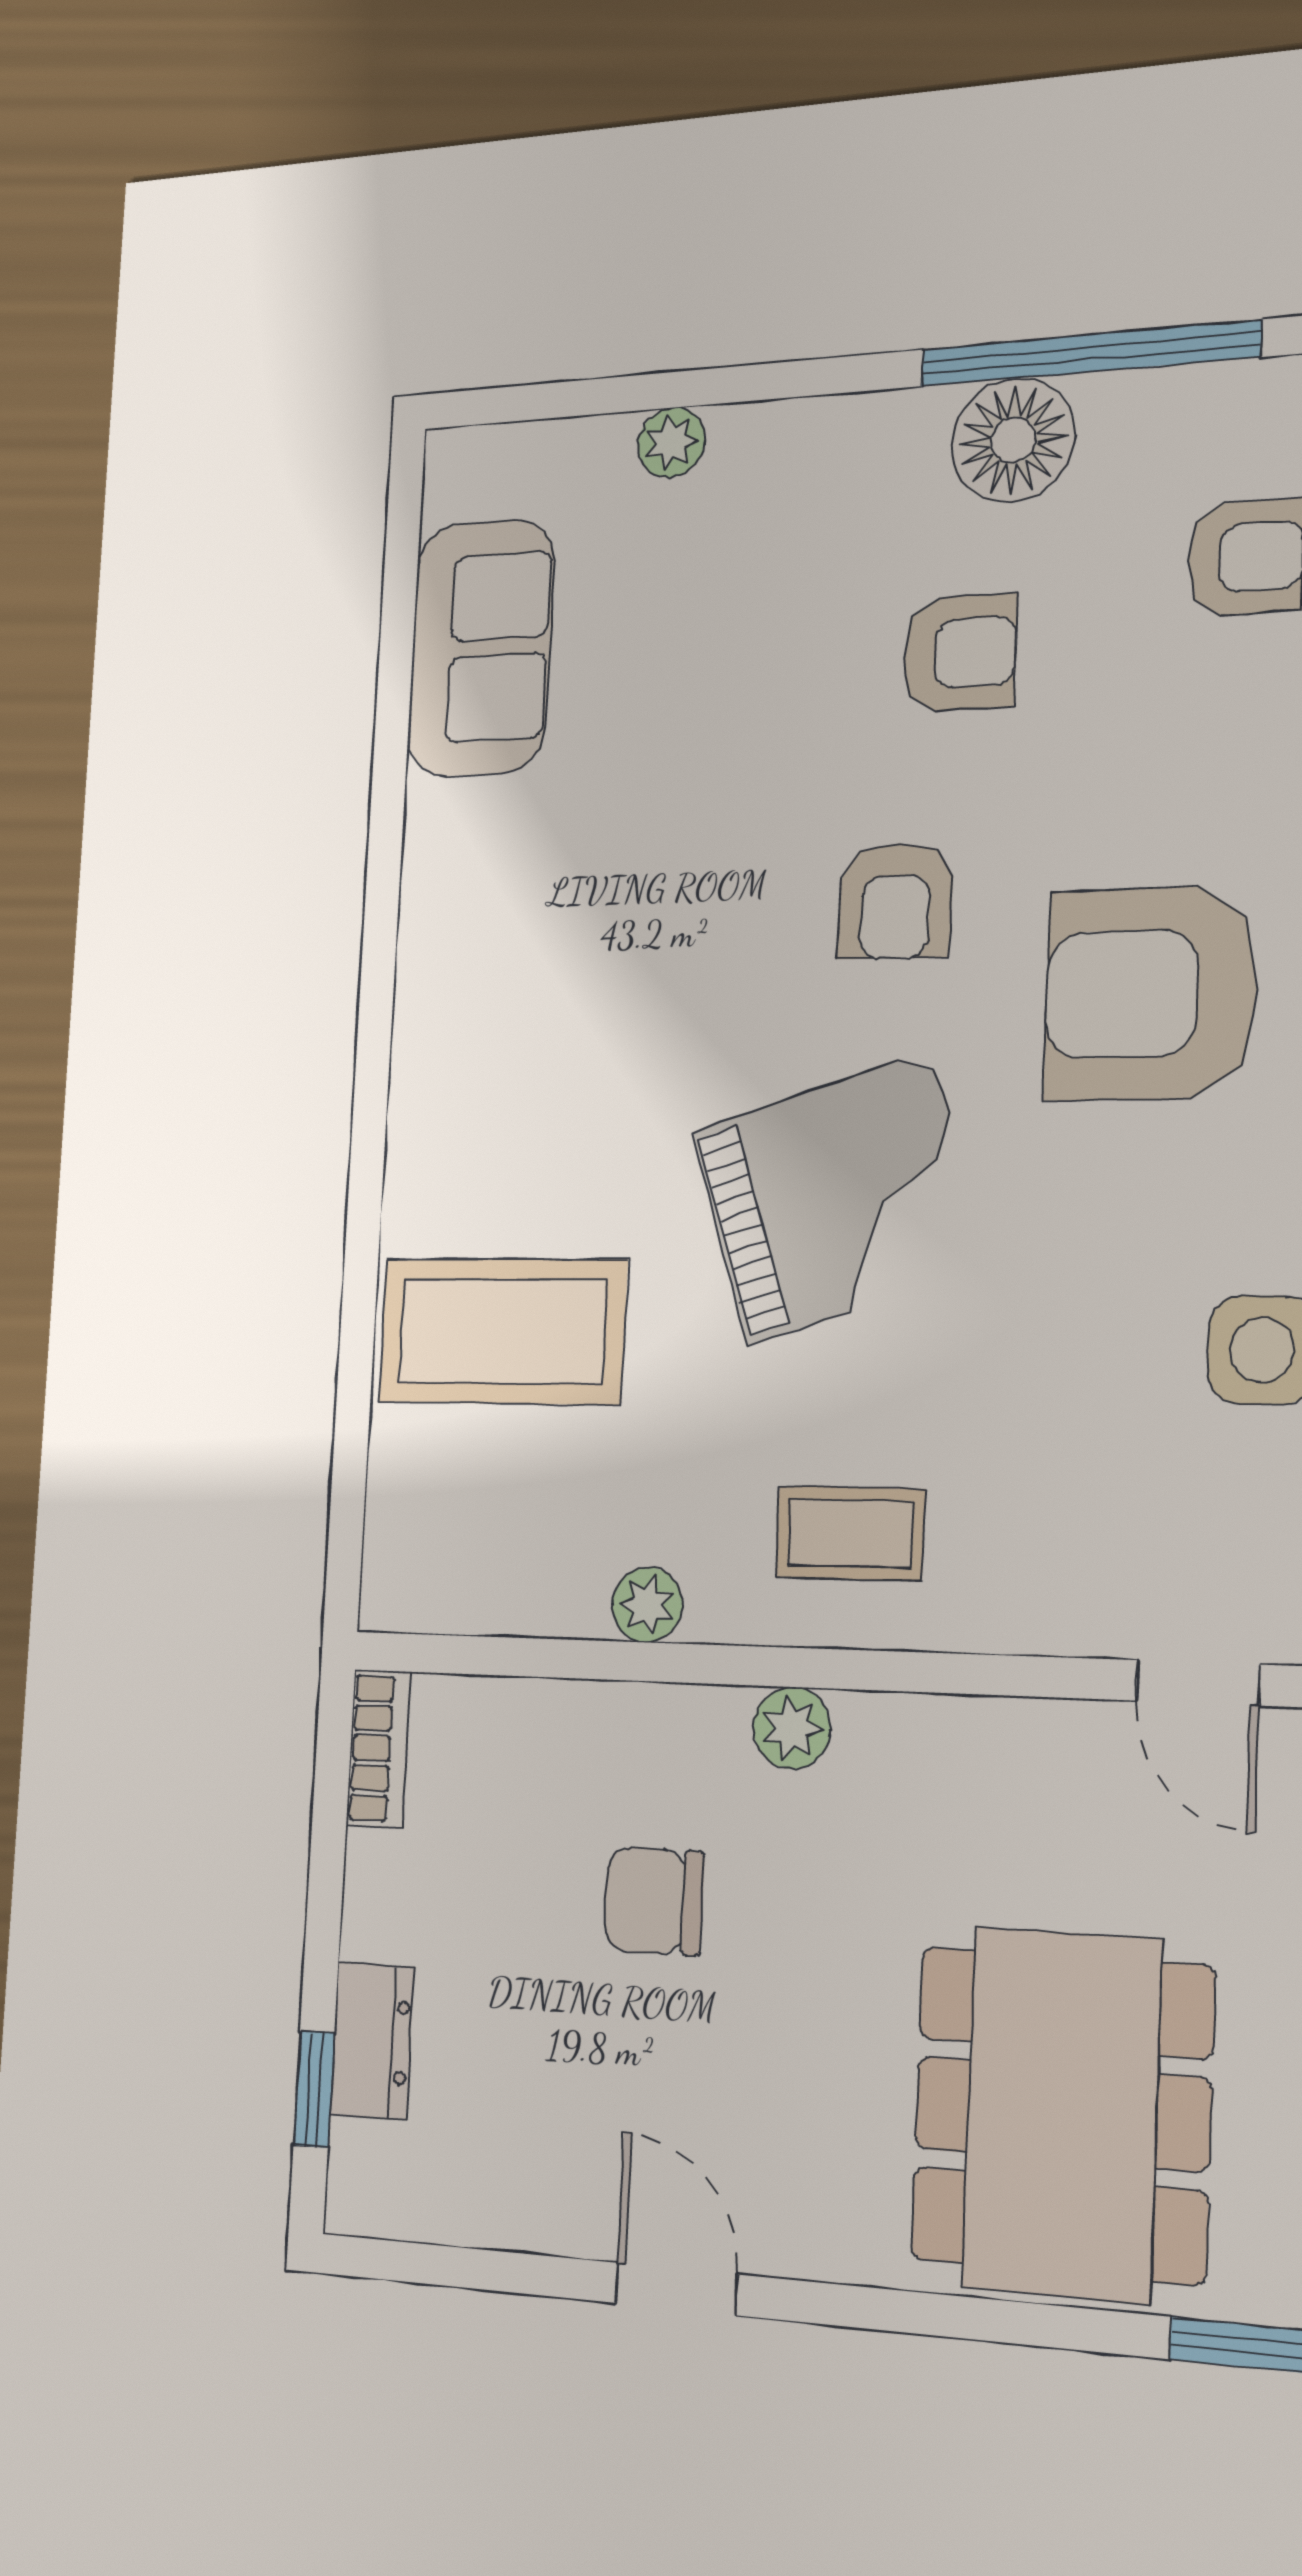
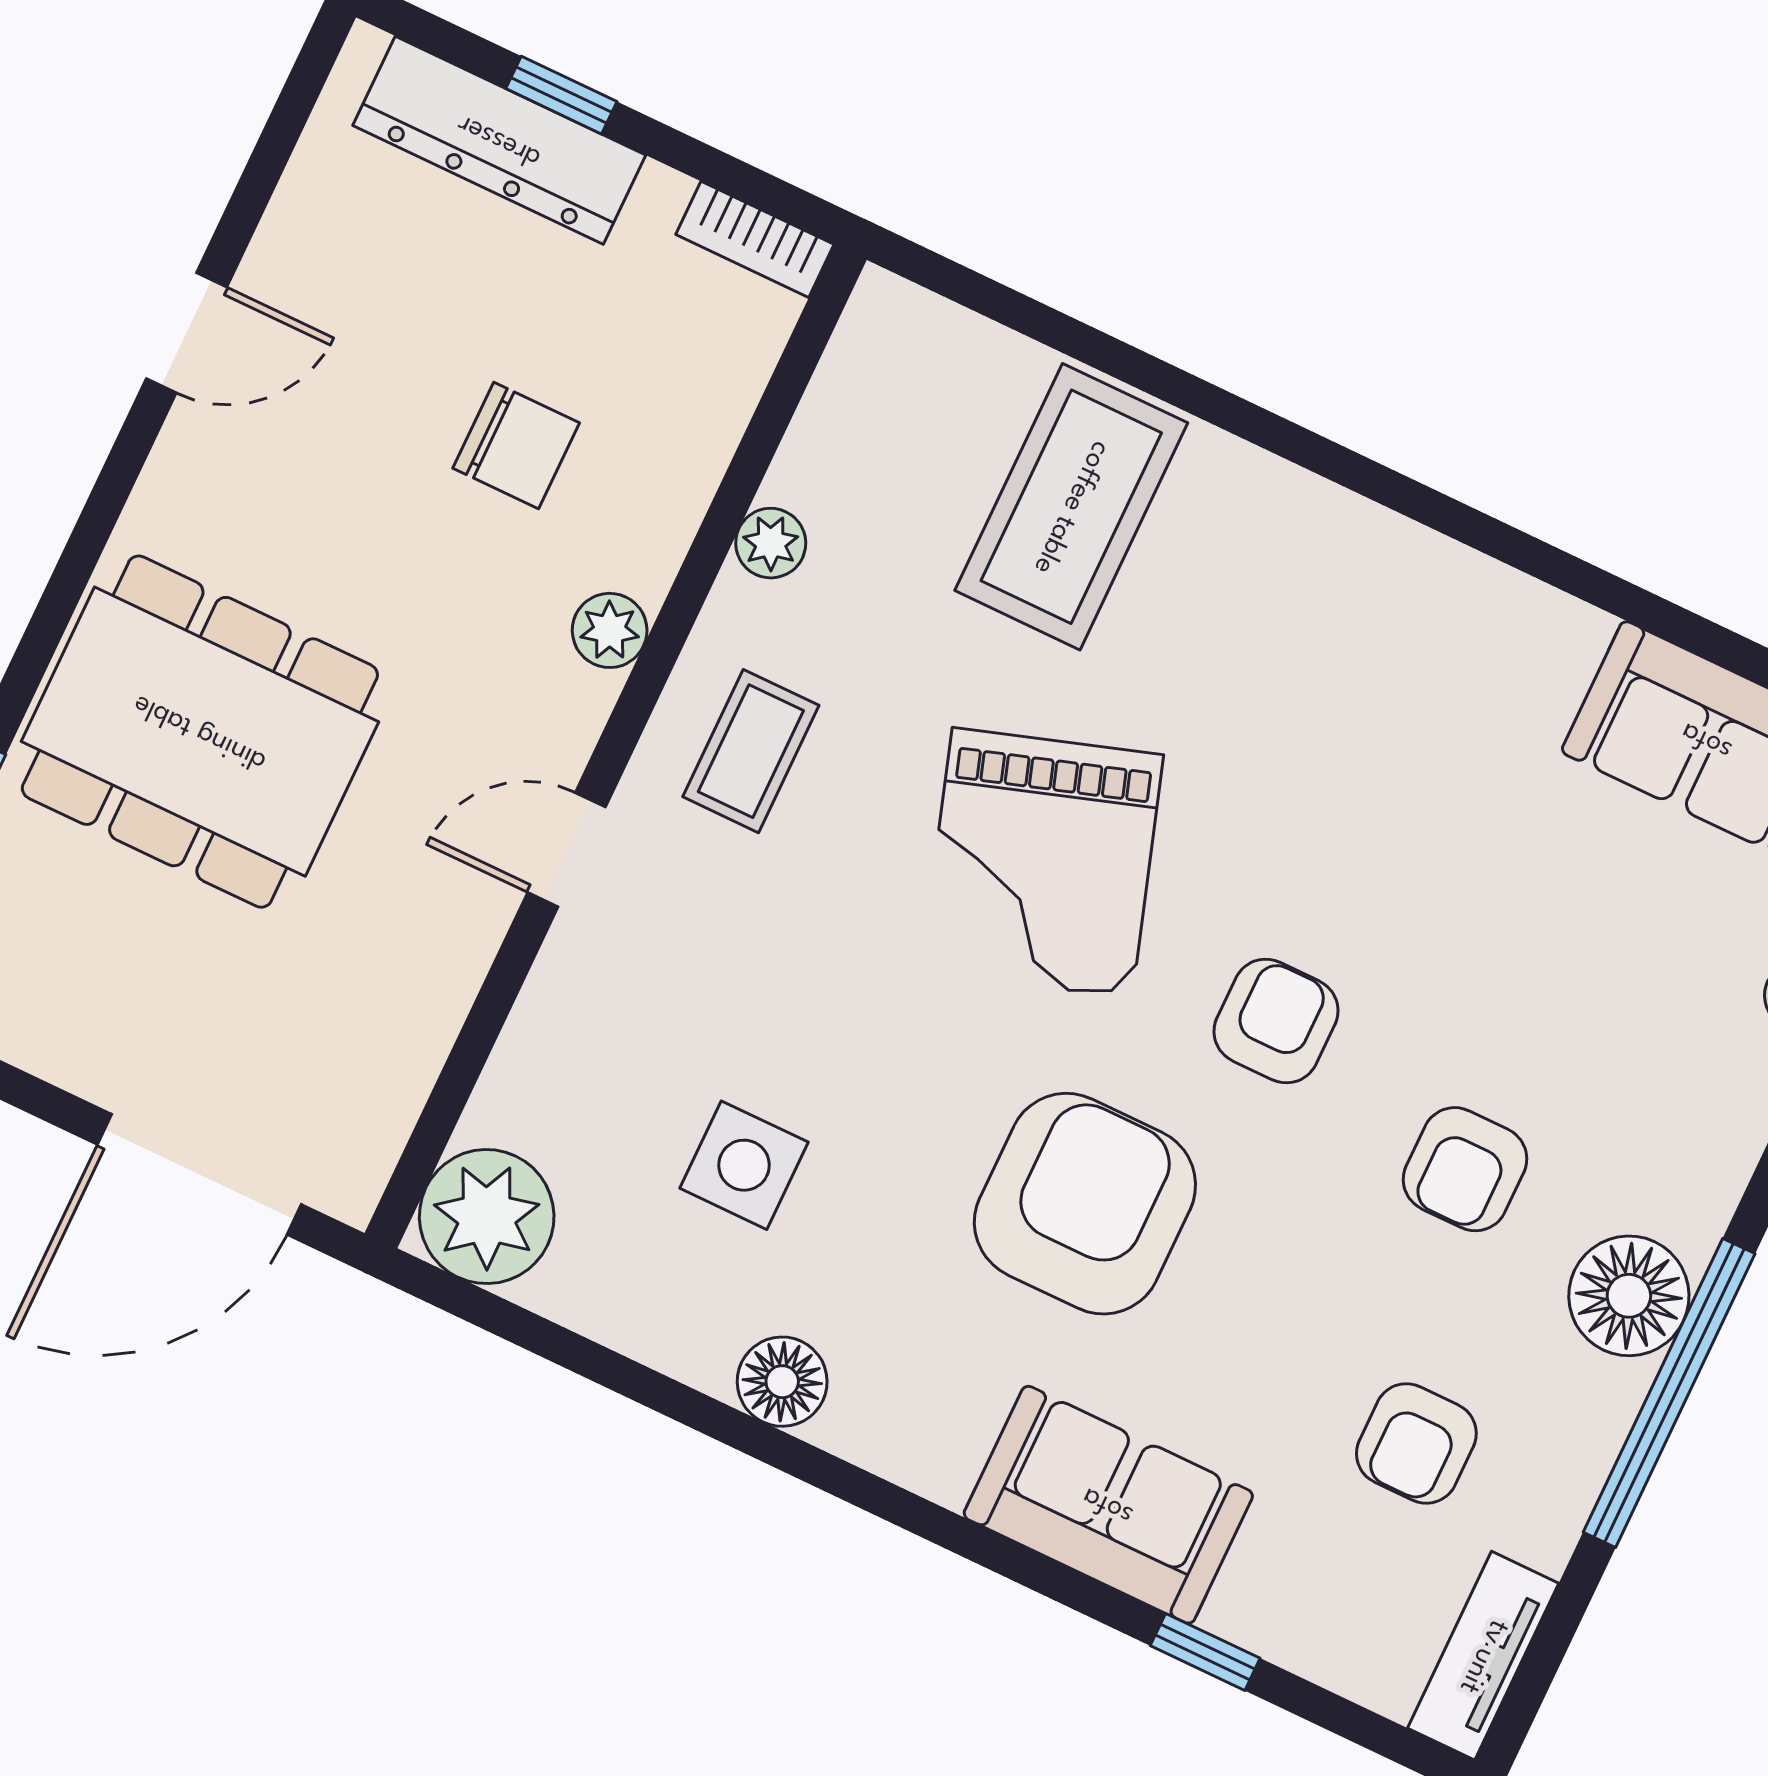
armchair: (896, 901) -> (1276, 1021), turned 89
door: (1198, 1683) -> (567, 850), moved
chair: (654, 1901) -> (516, 445), turned 90
dresser: (372, 2041) -> (499, 140), width x1.96, depth x1.24
window: (314, 2089) -> (561, 95), moved

